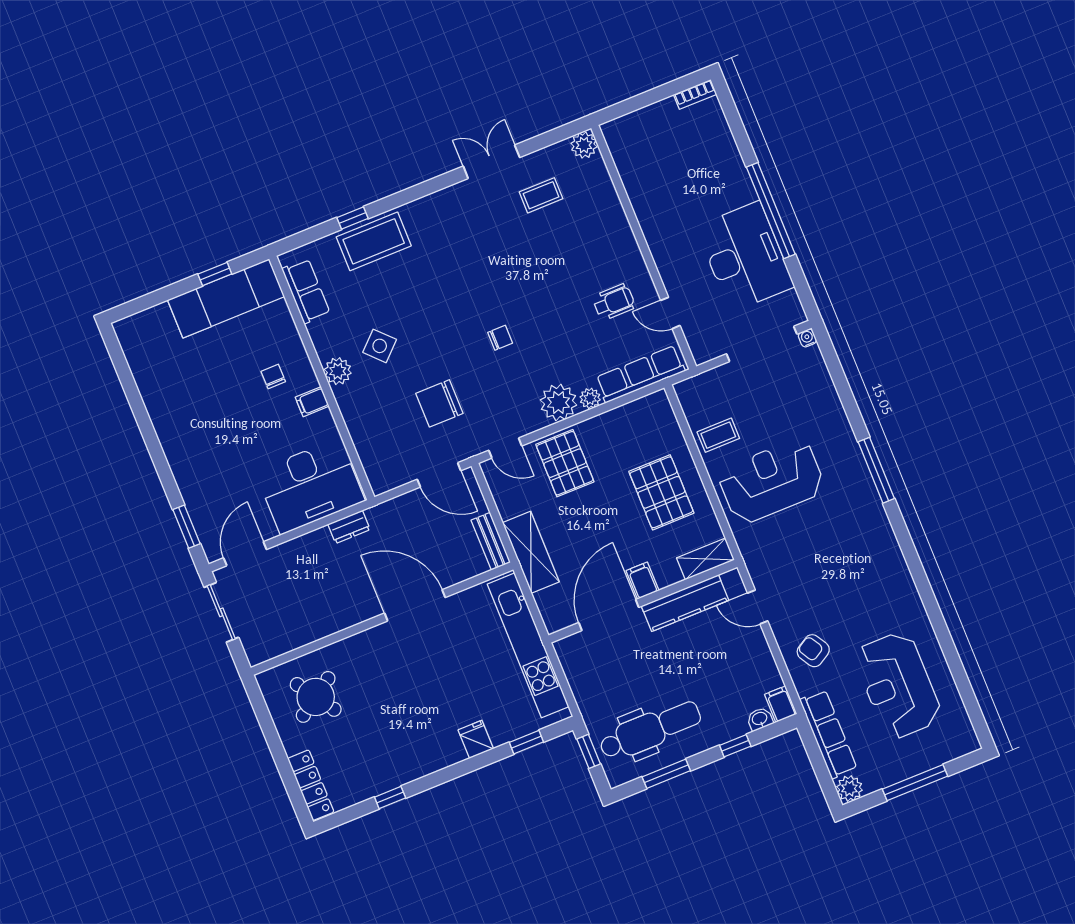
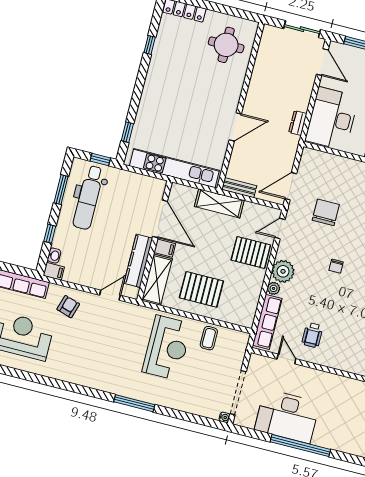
door: (670, 313) -> (286, 359), hinge flipped
shelving: (705, 559) -> (157, 280), width x1.50, depth x1.33
door: (415, 605) -> (235, 127), width x0.73
armchair: (813, 651) -> (68, 307), turned -42
round table: (316, 697) -> (226, 45), turned 34
fridge: (476, 739) -> (147, 108), removed

